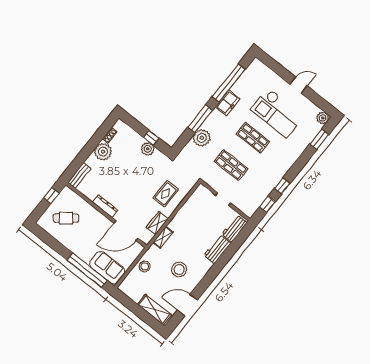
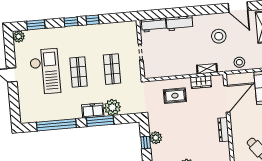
freezer: (228, 103) -> (93, 111), moved
window: (267, 204) -> (71, 22), moved
door: (126, 231) -> (227, 99), hinge flipped

